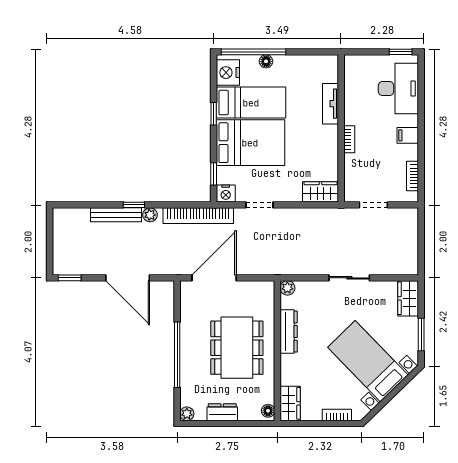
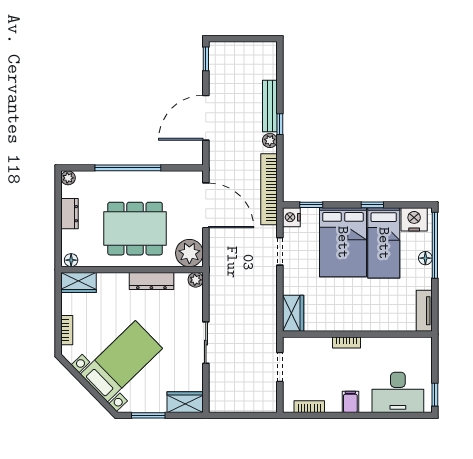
tv unit: (331, 104) -> (424, 311), moved, turned -90
plant: (261, 294) -> (189, 253), added

